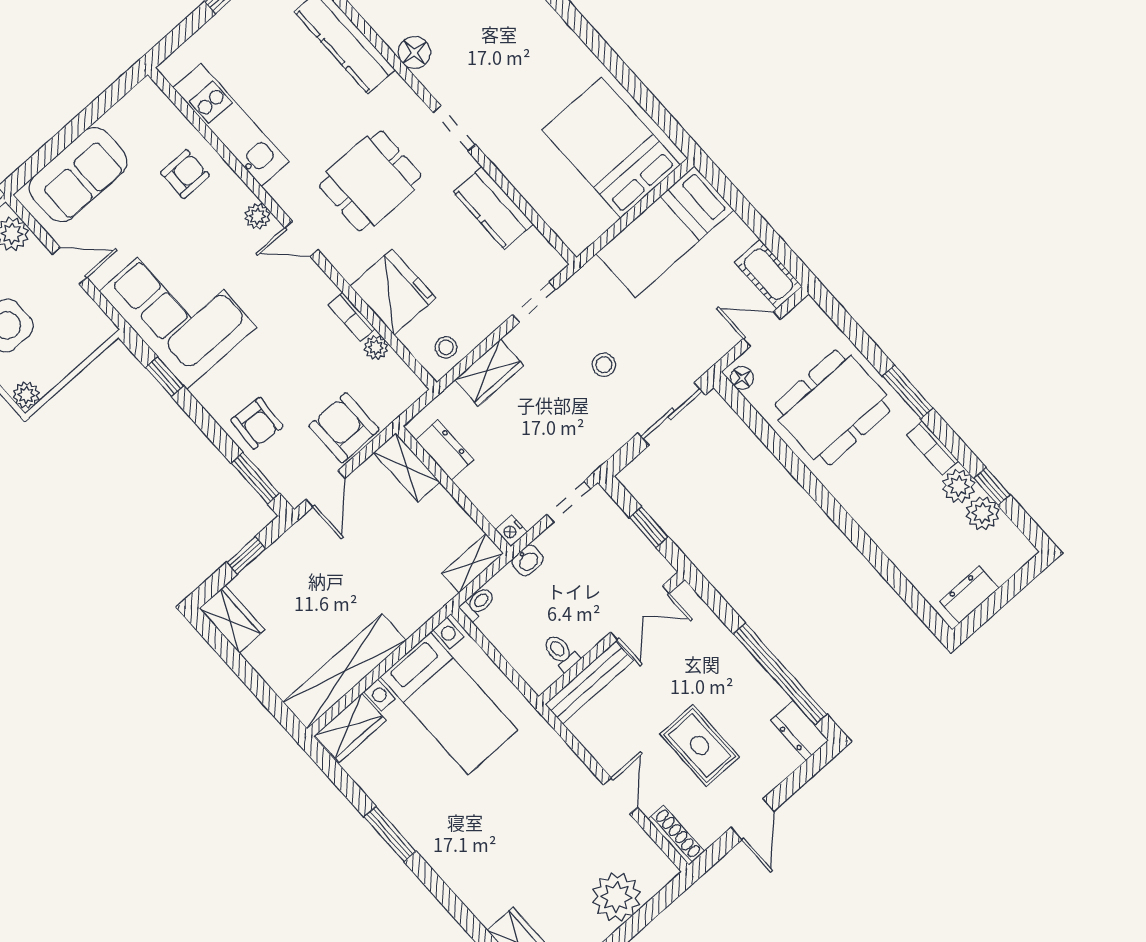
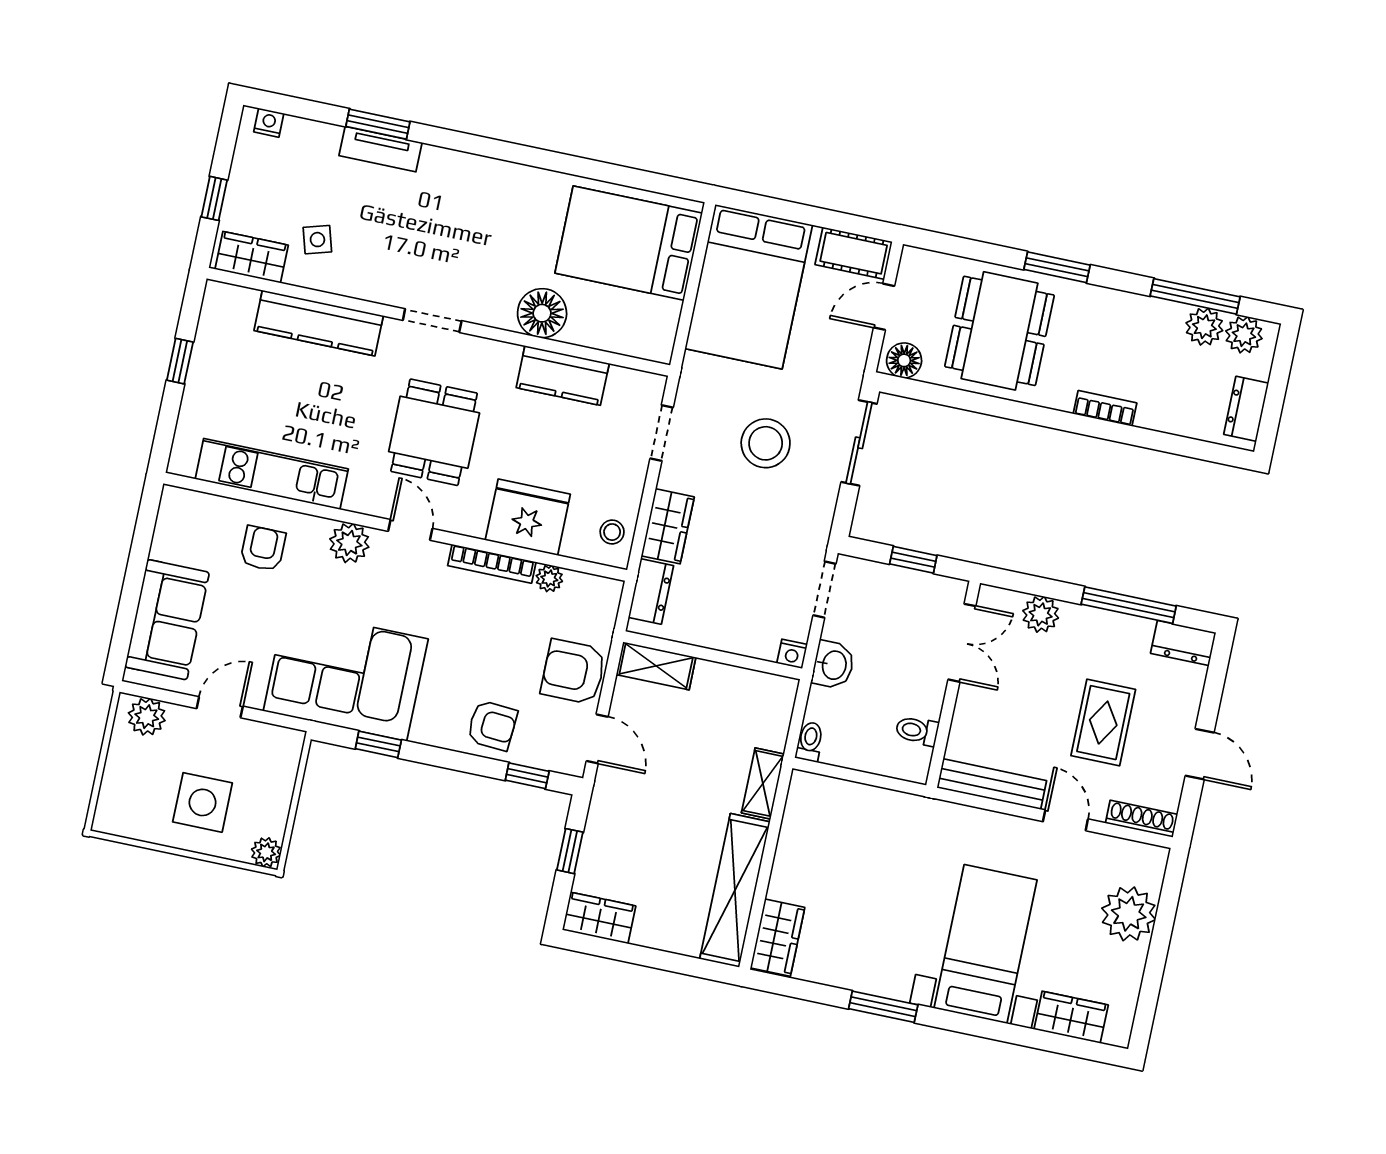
floor lamp: (414, 53) -> (542, 313), moved, width x1.38, depth x1.38
doorway: (454, 129) -> (432, 321), moved
plant: (257, 216) -> (349, 543), width x1.38, depth x1.38
bed: (665, 232) -> (749, 287), width x1.50
door: (301, 239) -> (410, 530), swing flipped
bookcase: (352, 317) -> (492, 564), width x1.56
stool: (604, 365) -> (766, 443), width x1.89, depth x1.89
floor lamp: (742, 378) -> (904, 360), width x1.37, depth x1.37
bookcase: (932, 448) -> (1105, 408), moved, turned 180
dresser: (444, 450) -> (651, 591), moved, turned 90
window: (255, 478) -> (527, 776), width x0.67
plant: (959, 486) -> (1244, 335), moved
window: (992, 486) -> (1195, 296), width x2.17
washbasin: (528, 560) -> (833, 665), width x1.38, depth x1.45
shelving: (473, 563) -> (763, 783), moved
plant: (712, 634) -> (1041, 614), added
window: (780, 674) -> (1129, 605), width x0.68
bench: (589, 682) -> (992, 784), moved, turned 90
bed with nightstands: (449, 703) -> (986, 944), moved, turned -90
rug: (700, 745) -> (1103, 723), turned 90

